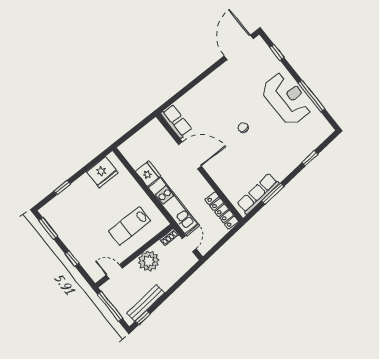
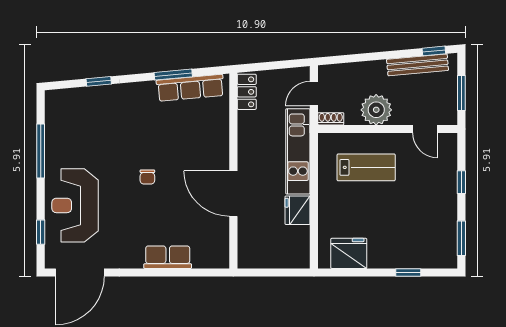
reception desk: (287, 99) -> (75, 205), moved
row of seats: (176, 121) -> (168, 257), moved, turned 90
locker: (222, 210) -> (247, 92), width x0.66
window: (110, 307) -> (461, 93), width x0.69

